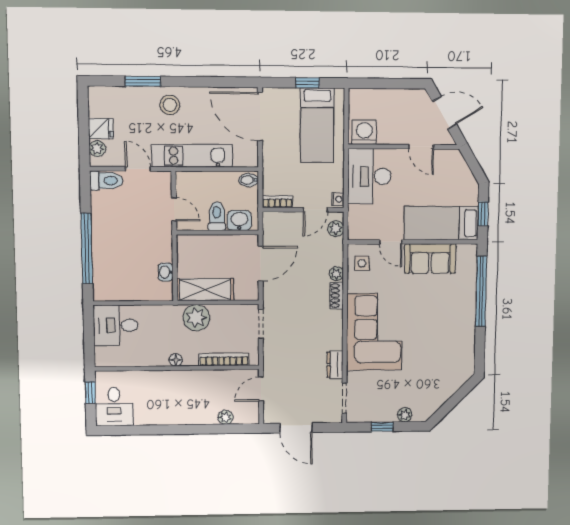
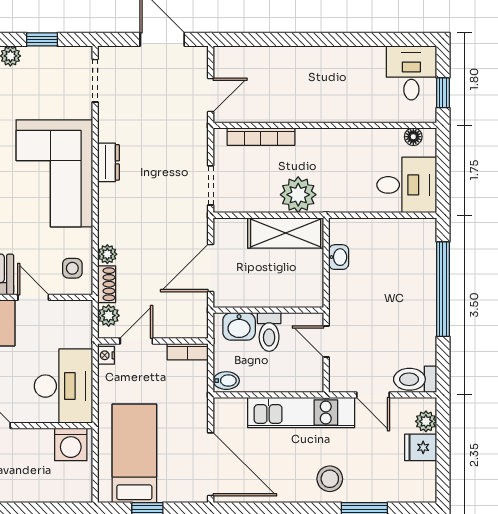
shoe rack: (337, 296) -> (107, 284), moved
floor lamp: (176, 360) -> (413, 137), moved
dresser: (335, 365) -> (109, 162), moved
plant: (226, 417) -> (260, 56), removed

